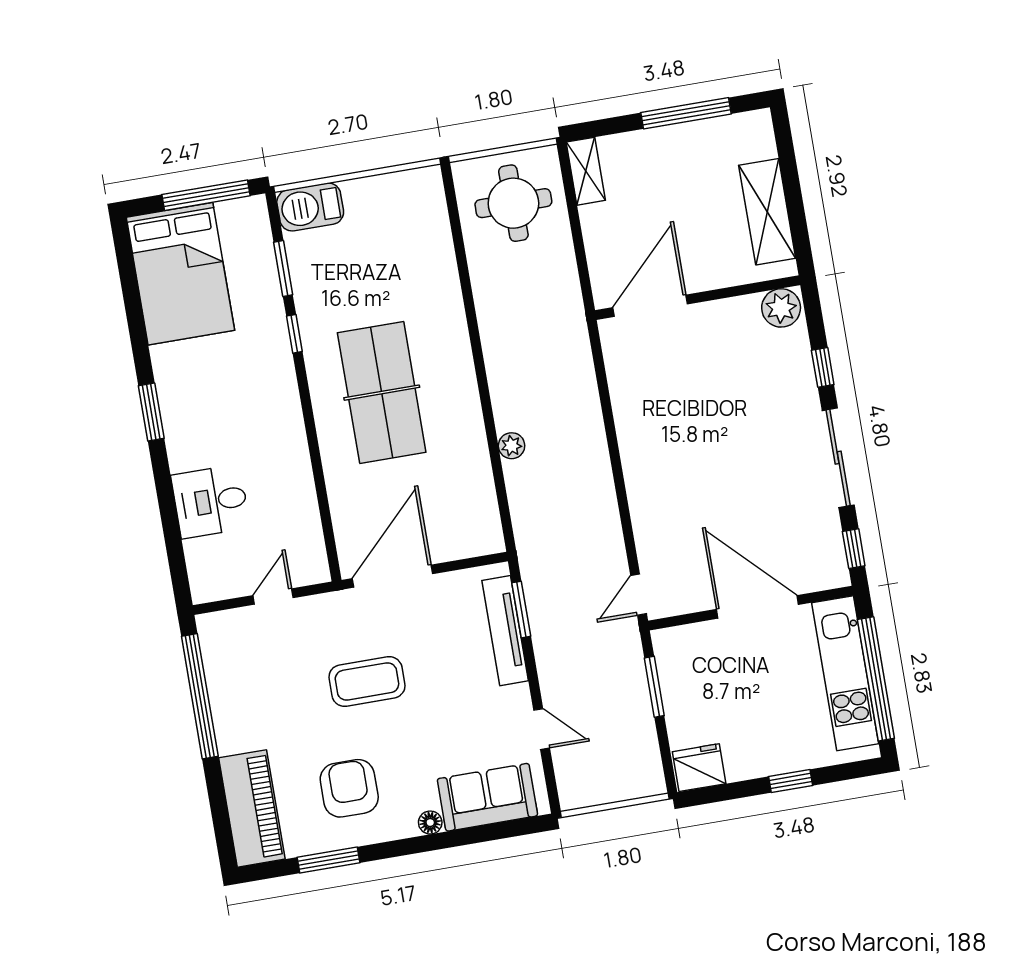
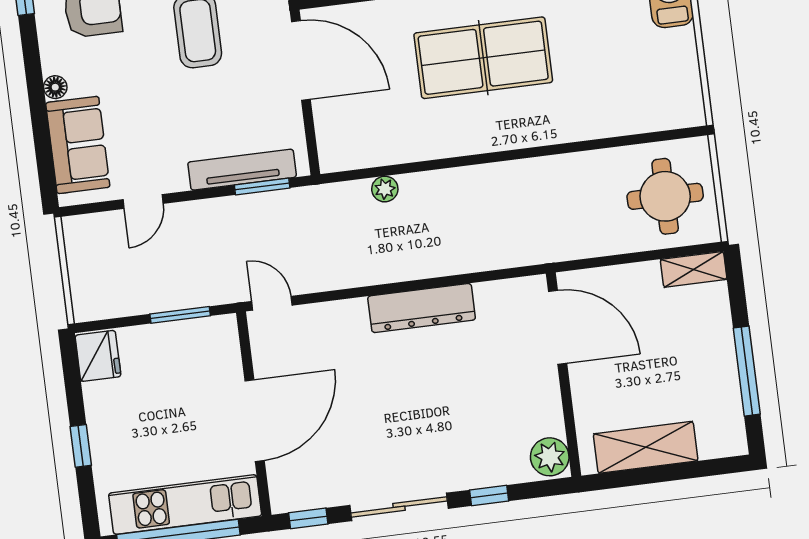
dresser: (637, 444) -> (422, 308), added
plant: (512, 446) -> (385, 189), moved

